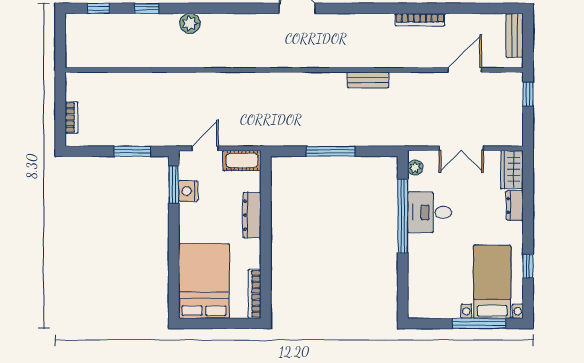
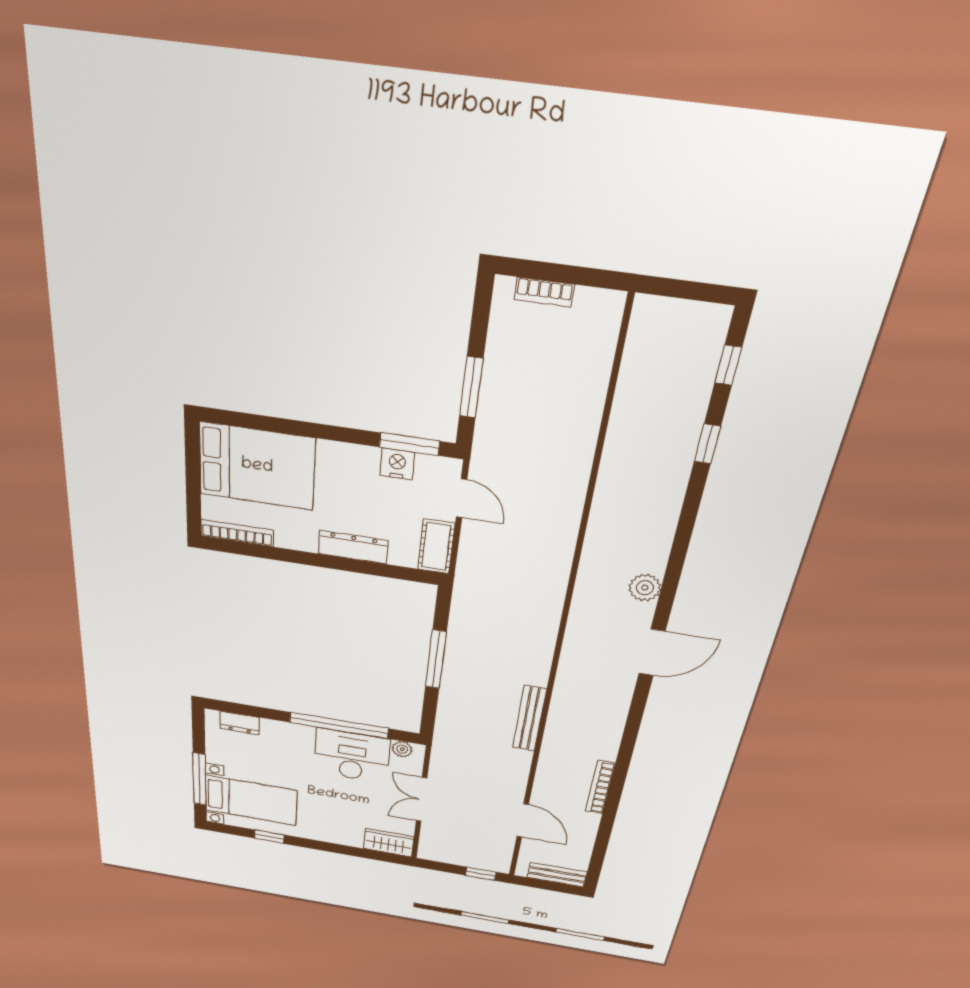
plant: (190, 23) -> (645, 588), moved
bench: (368, 80) -> (529, 719), width x1.36
dresser: (515, 205) -> (240, 723), moved, turned 180
desk: (430, 212) -> (352, 756), width x1.37

